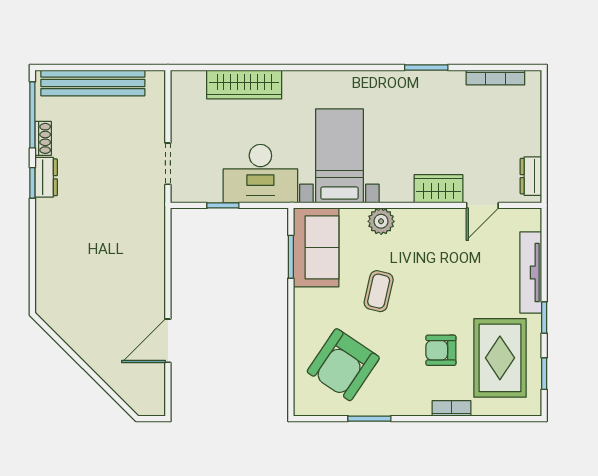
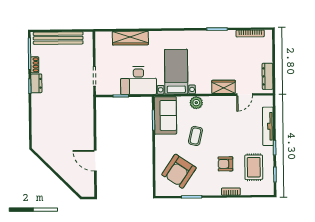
dresser: (531, 176) -> (268, 76), width x1.44
door: (168, 341) -> (95, 161), hinge flipped
rug: (500, 358) -> (254, 167), width x0.73, depth x0.70

